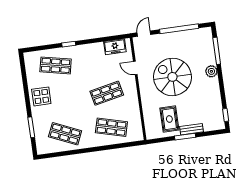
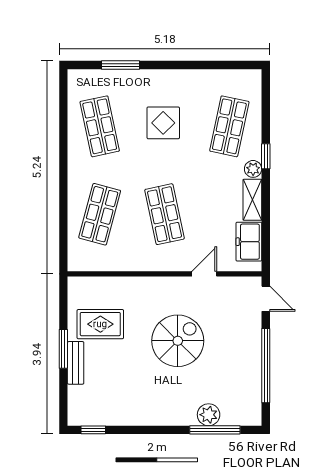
shelving: (93, 48) -> (252, 200), added
plant: (76, 50) -> (253, 169), added
plant: (211, 71) -> (209, 415), moved
spiral stairs: (172, 77) -> (178, 341), width x0.73, depth x0.73
display table: (41, 96) -> (163, 123), moved
shop shelf: (65, 134) -> (100, 126), turned -36

